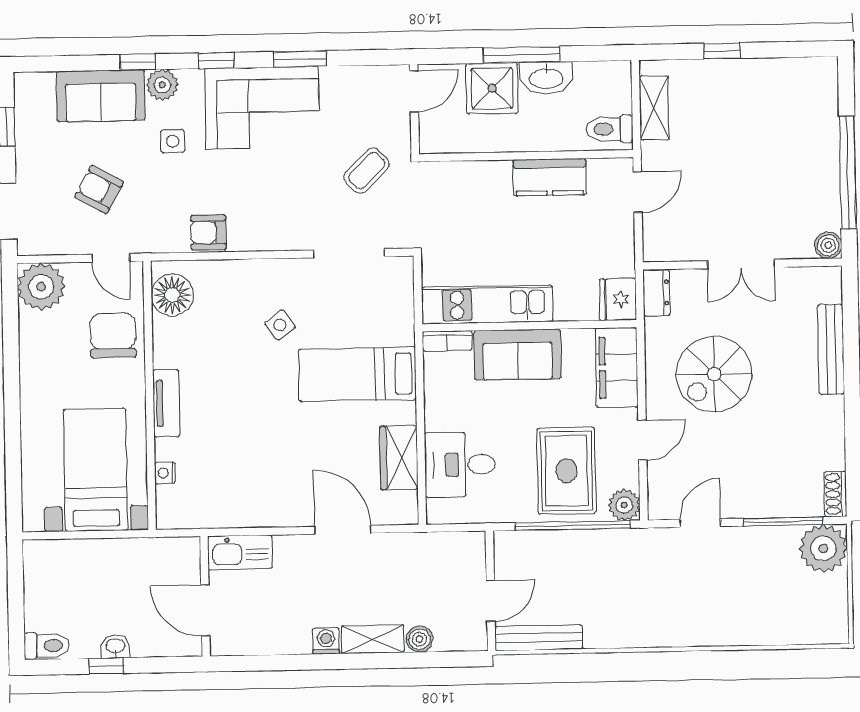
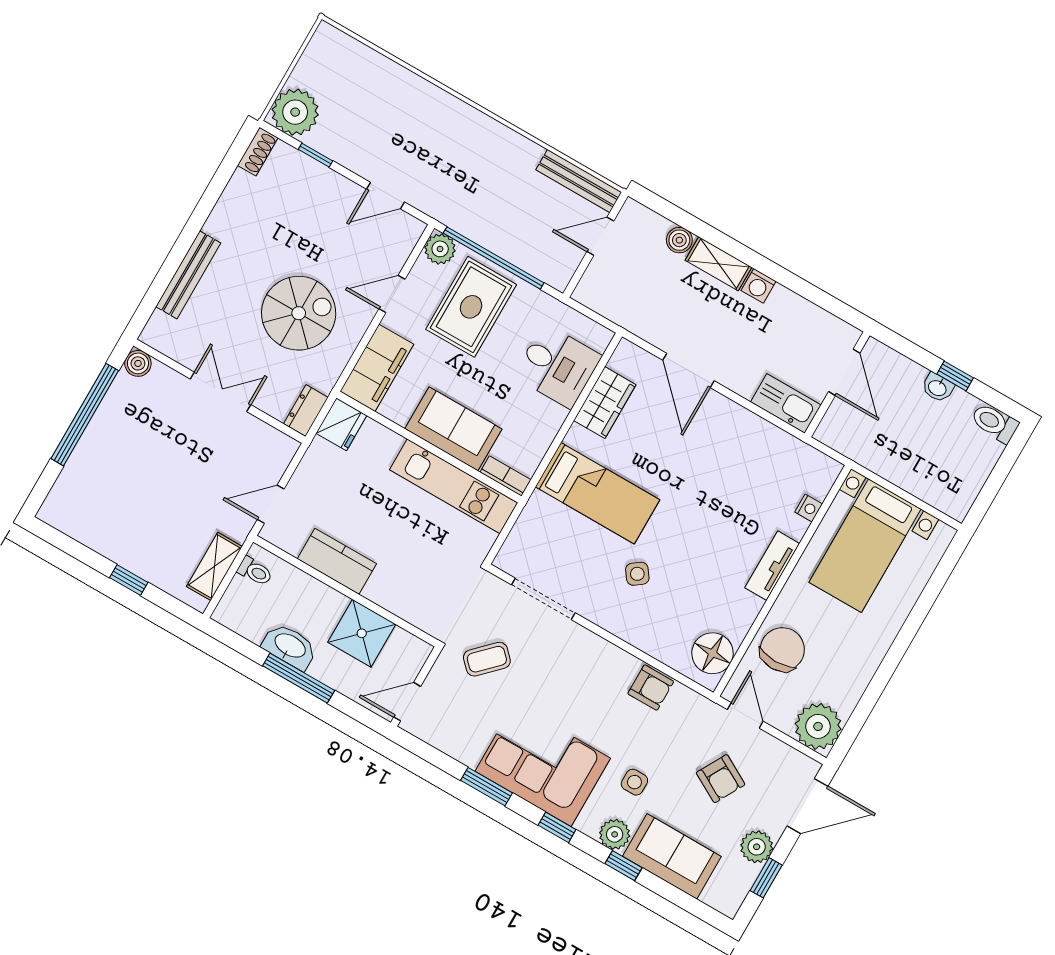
shower: (492, 88) -> (362, 633), moved
toilet: (610, 129) -> (255, 571), width x0.73, depth x0.72
plant: (31, 149) -> (757, 847), added
chair: (113, 335) -> (782, 649), turned 180
window: (783, 521) -> (315, 155), width x0.46

